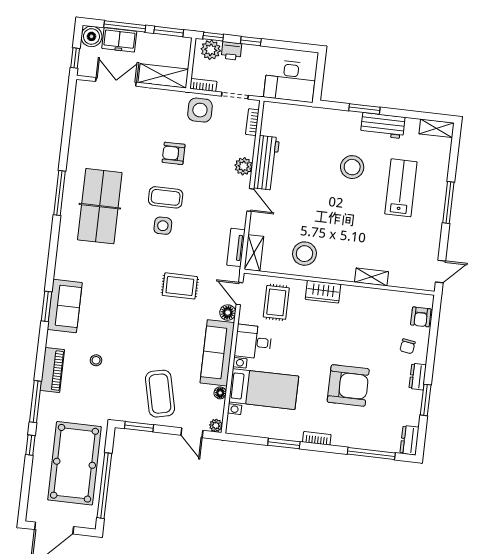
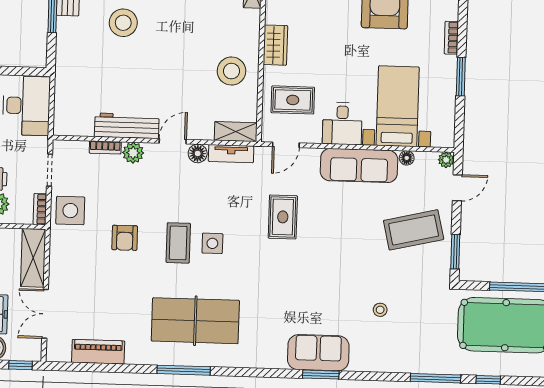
bookcase: (252, 122) -> (105, 147), moved
floor lamp: (228, 313) -> (198, 153), moved
piano: (52, 370) -> (98, 352), moved

